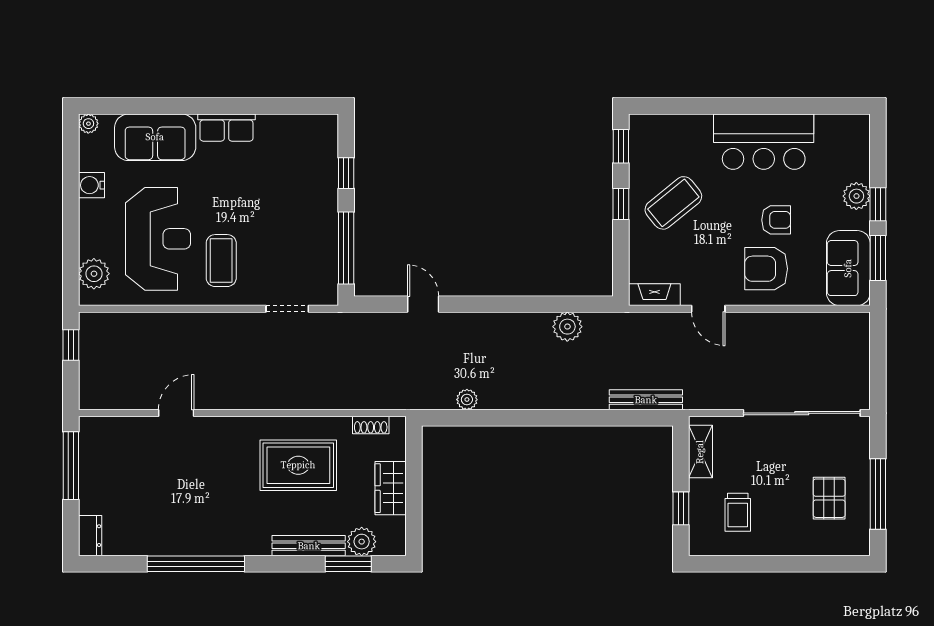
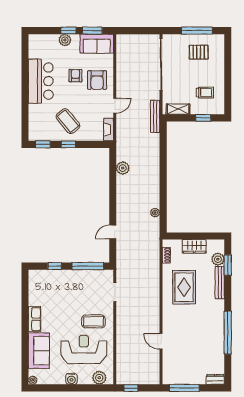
water cooler: (92, 185) -> (71, 379), moved
bench: (646, 400) -> (155, 116), moved

